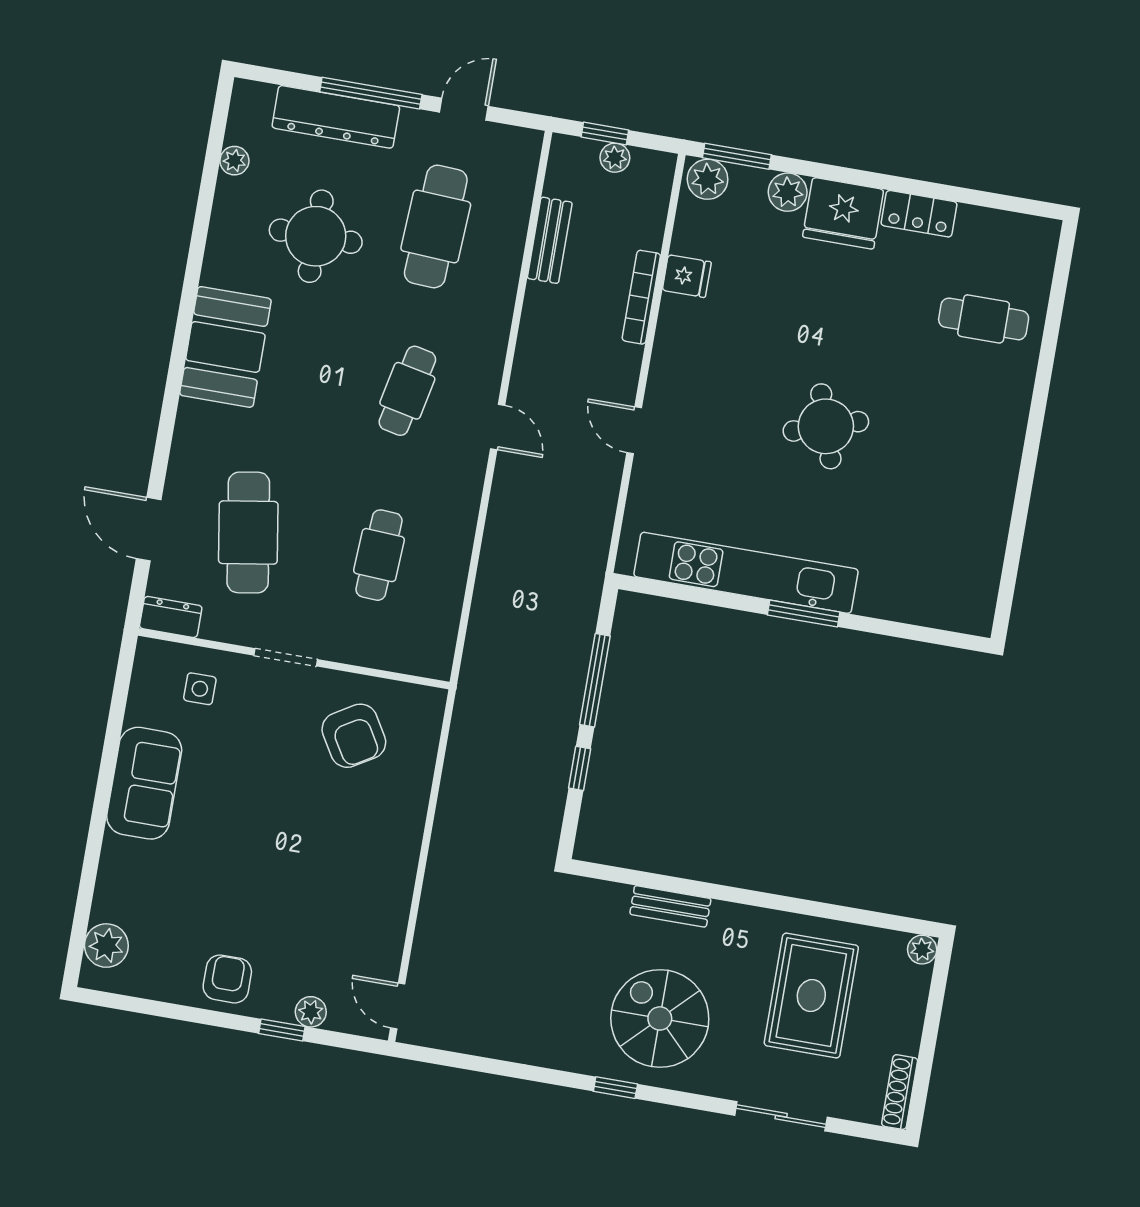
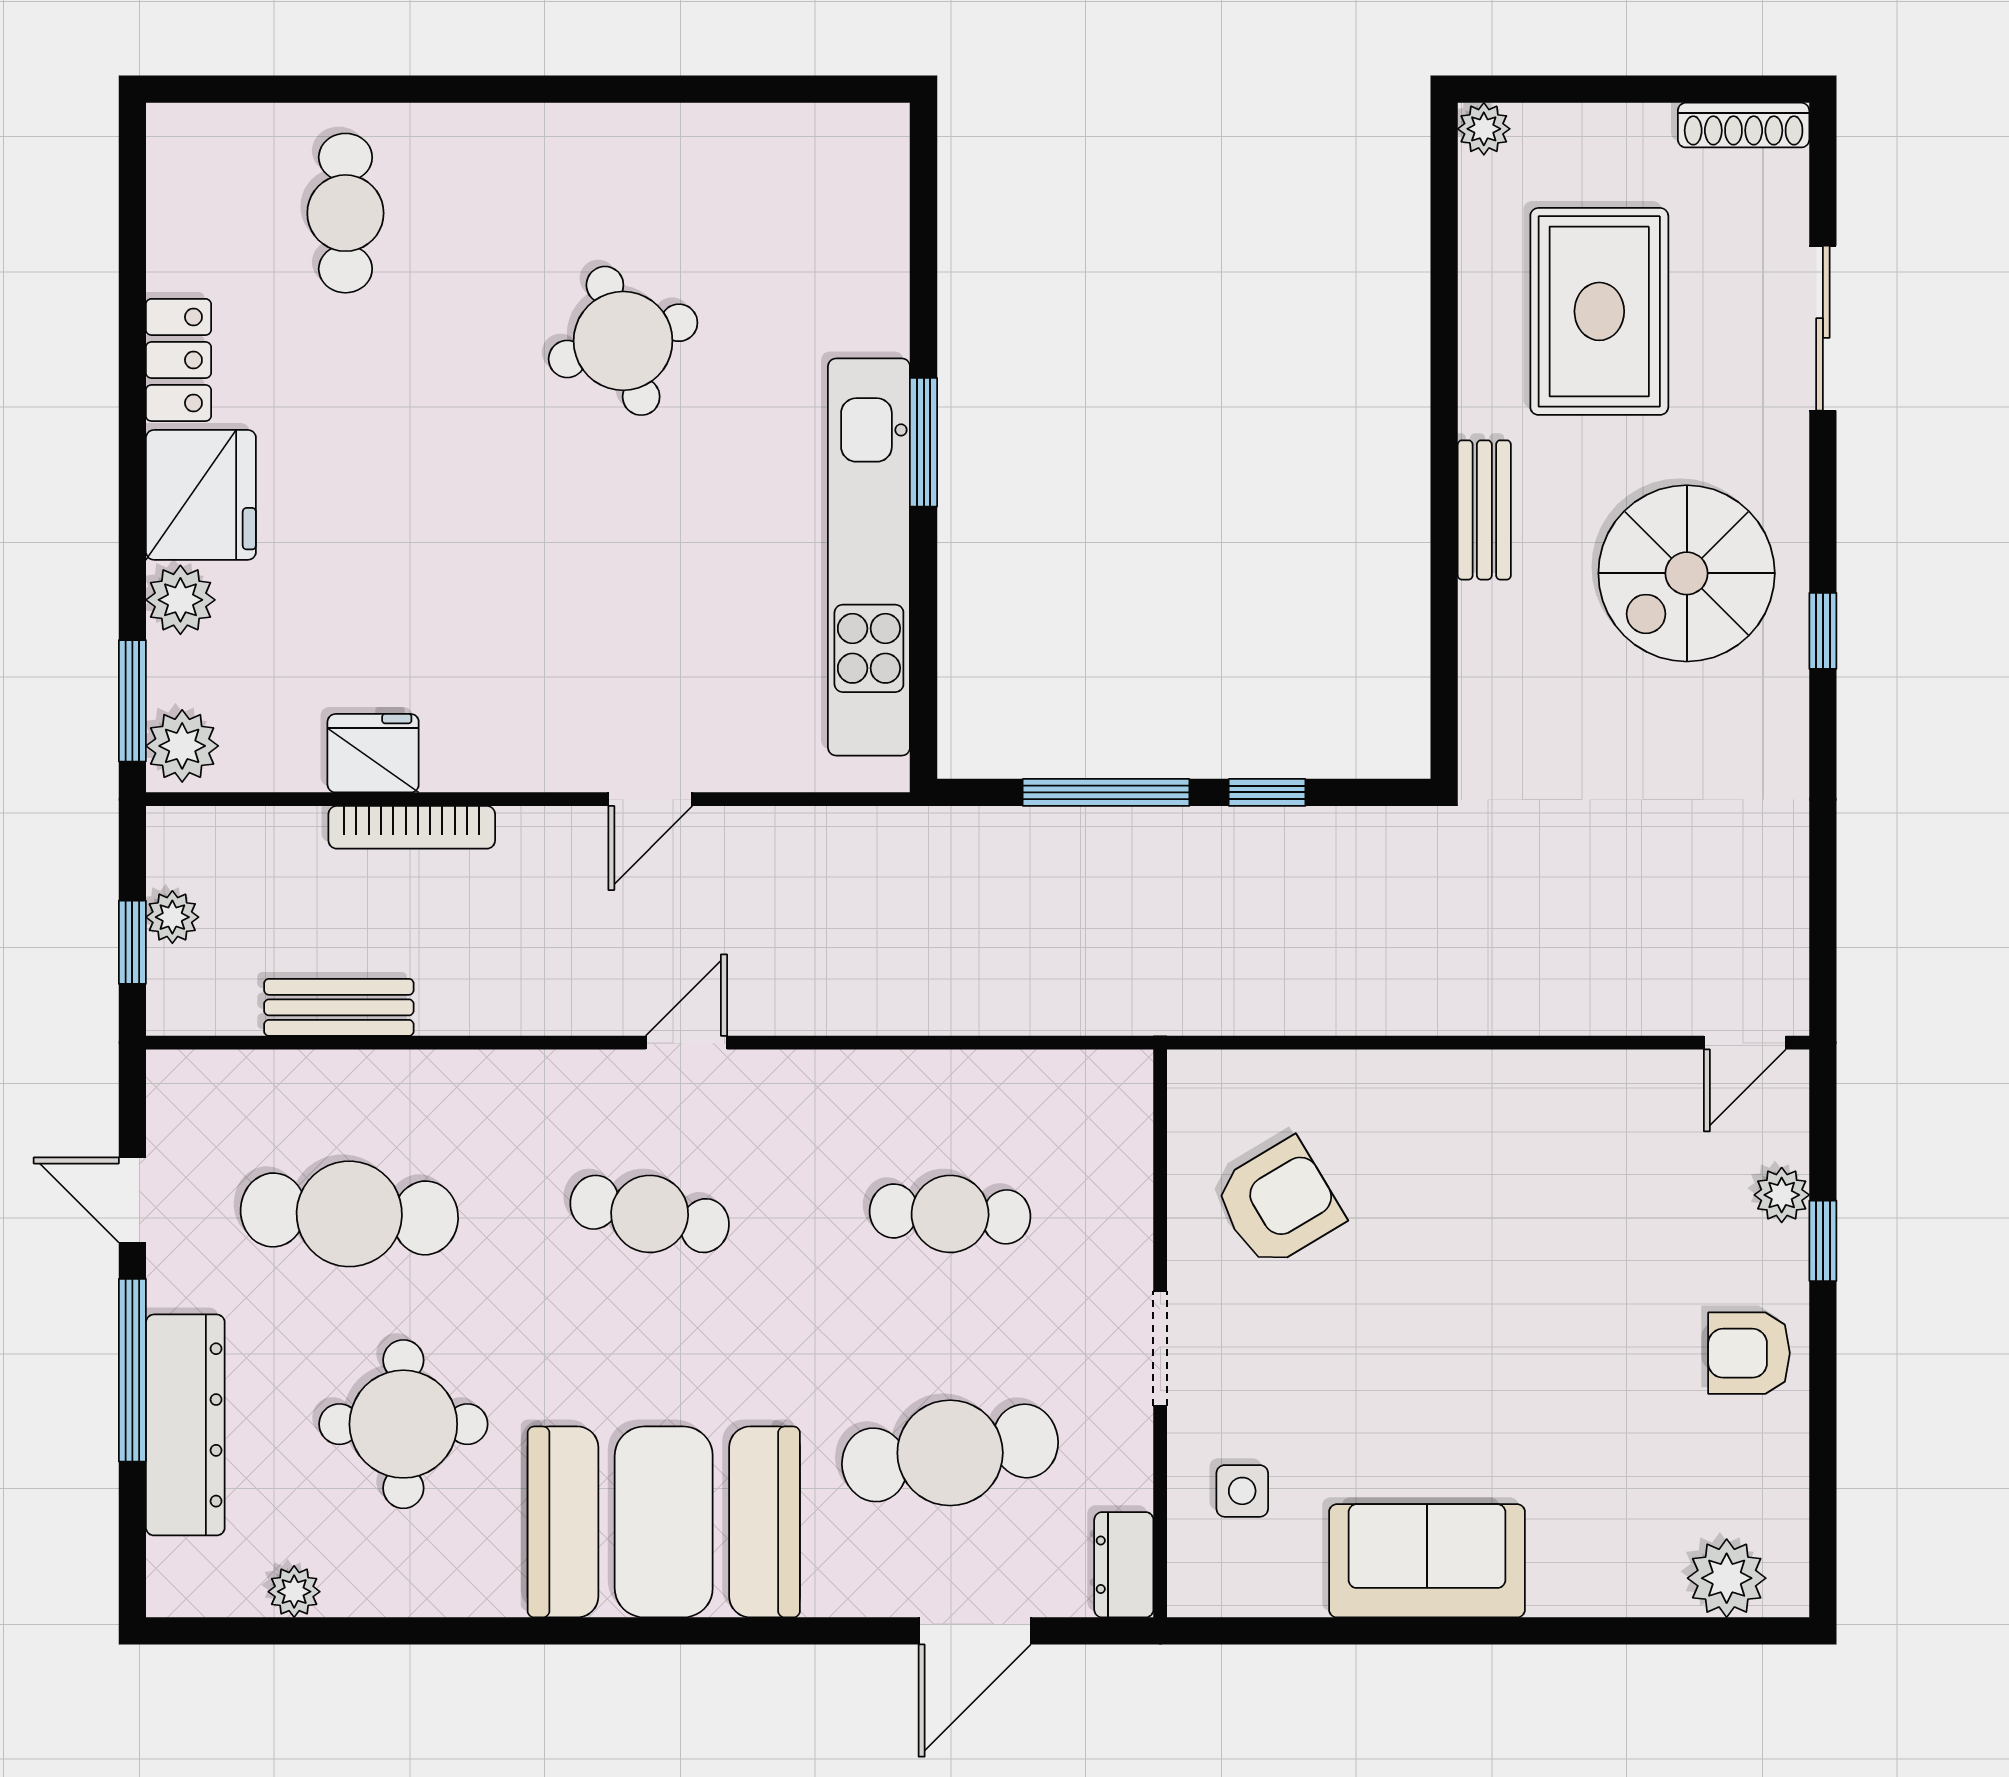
fridge: (687, 276) -> (373, 753), width x1.38
booth: (225, 347) -> (664, 1522), width x1.36, depth x1.42
round table: (826, 426) -> (623, 341), moved
bench: (670, 906) -> (1484, 510), moved
rug: (811, 995) -> (1599, 311), turned 90

